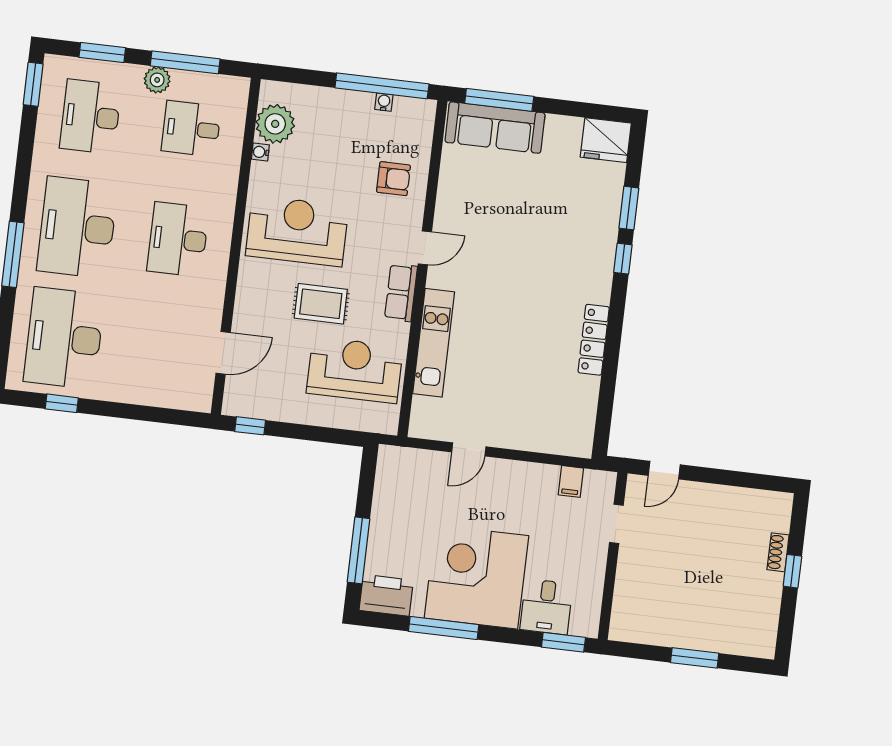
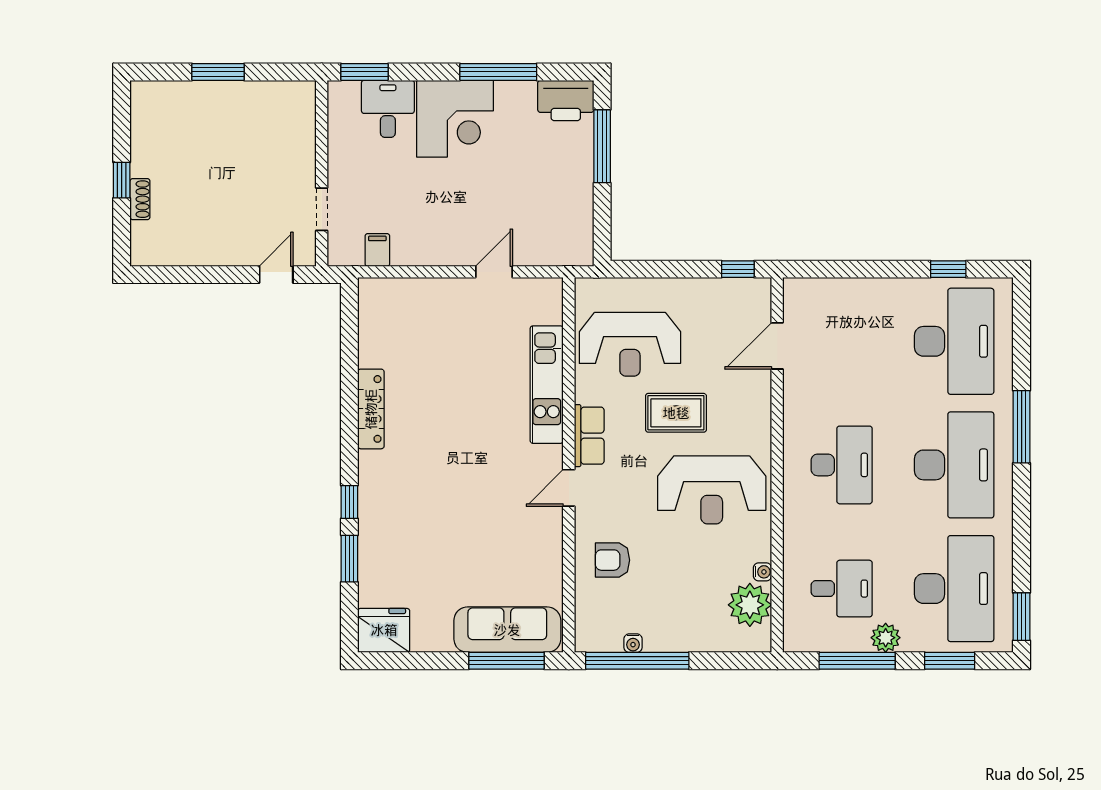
desk: (91, 117) -> (954, 589), width x1.36, depth x1.30
corner desk: (476, 577) -> (455, 119), width x0.74, depth x0.74

